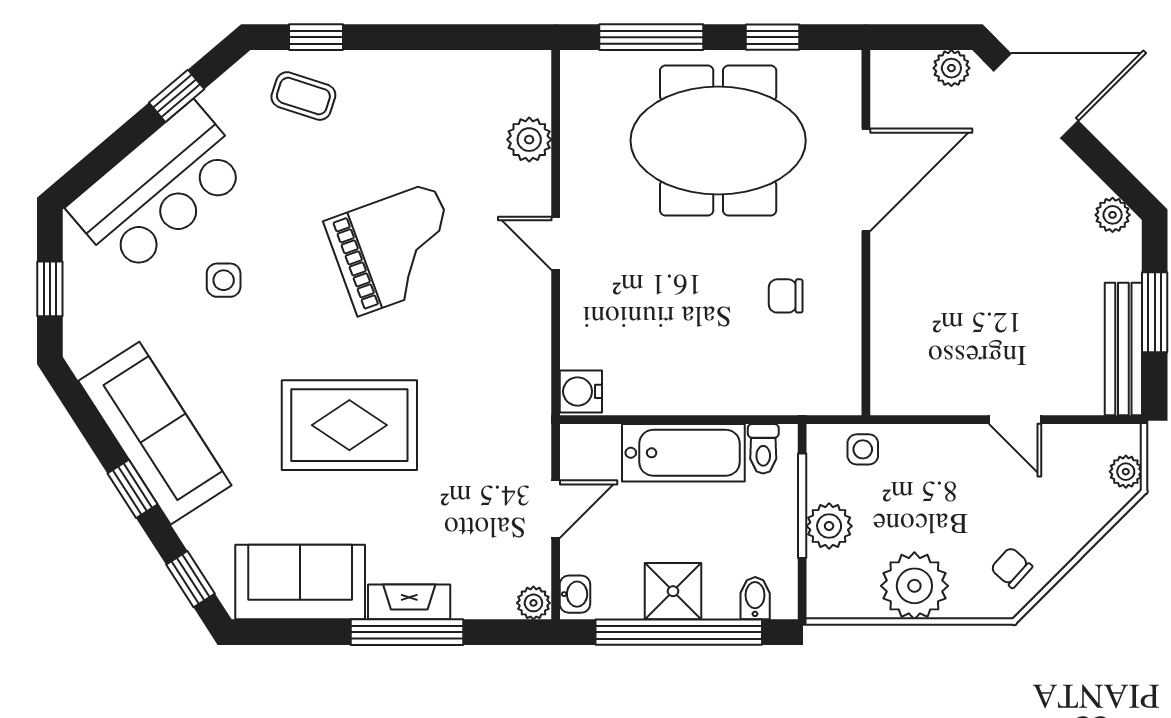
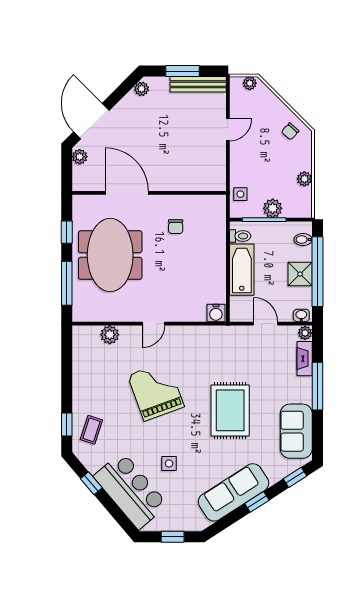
plant: (914, 586) -> (304, 179), width x0.53, depth x0.53
fireplace: (409, 602) -> (305, 359), moved

